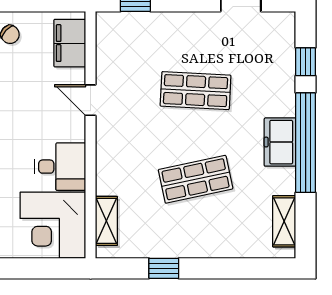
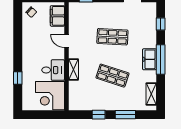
window: (306, 143) -> (161, 60), width x0.68
shop shelf: (196, 179) -> (112, 76), turned 30
shelving: (106, 221) -> (73, 70), moved
window: (225, 268) -> (125, 115), added

